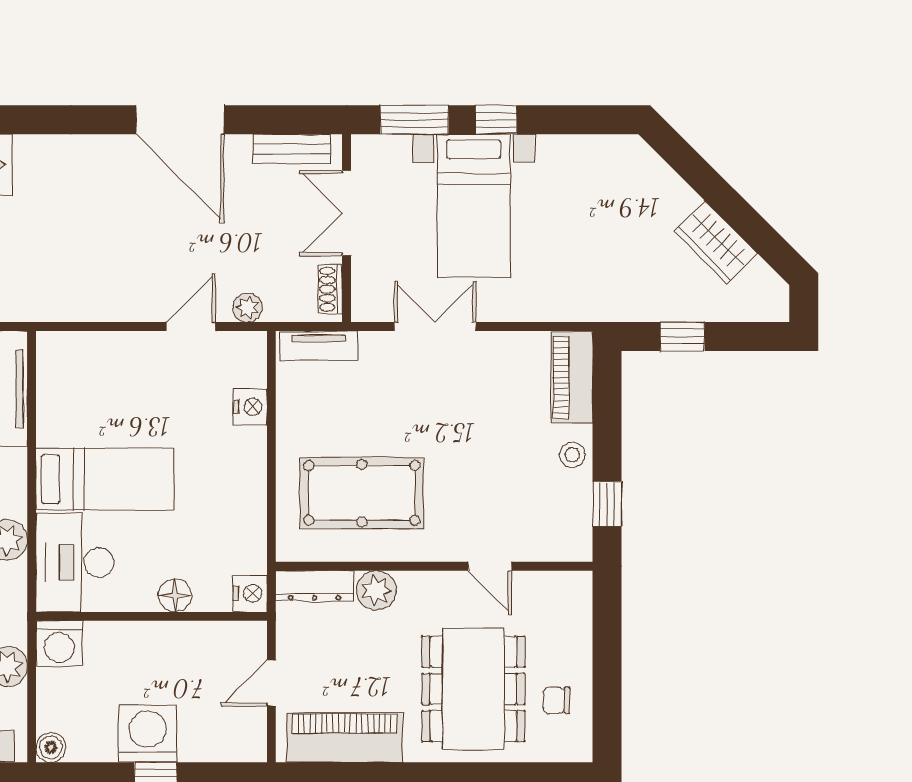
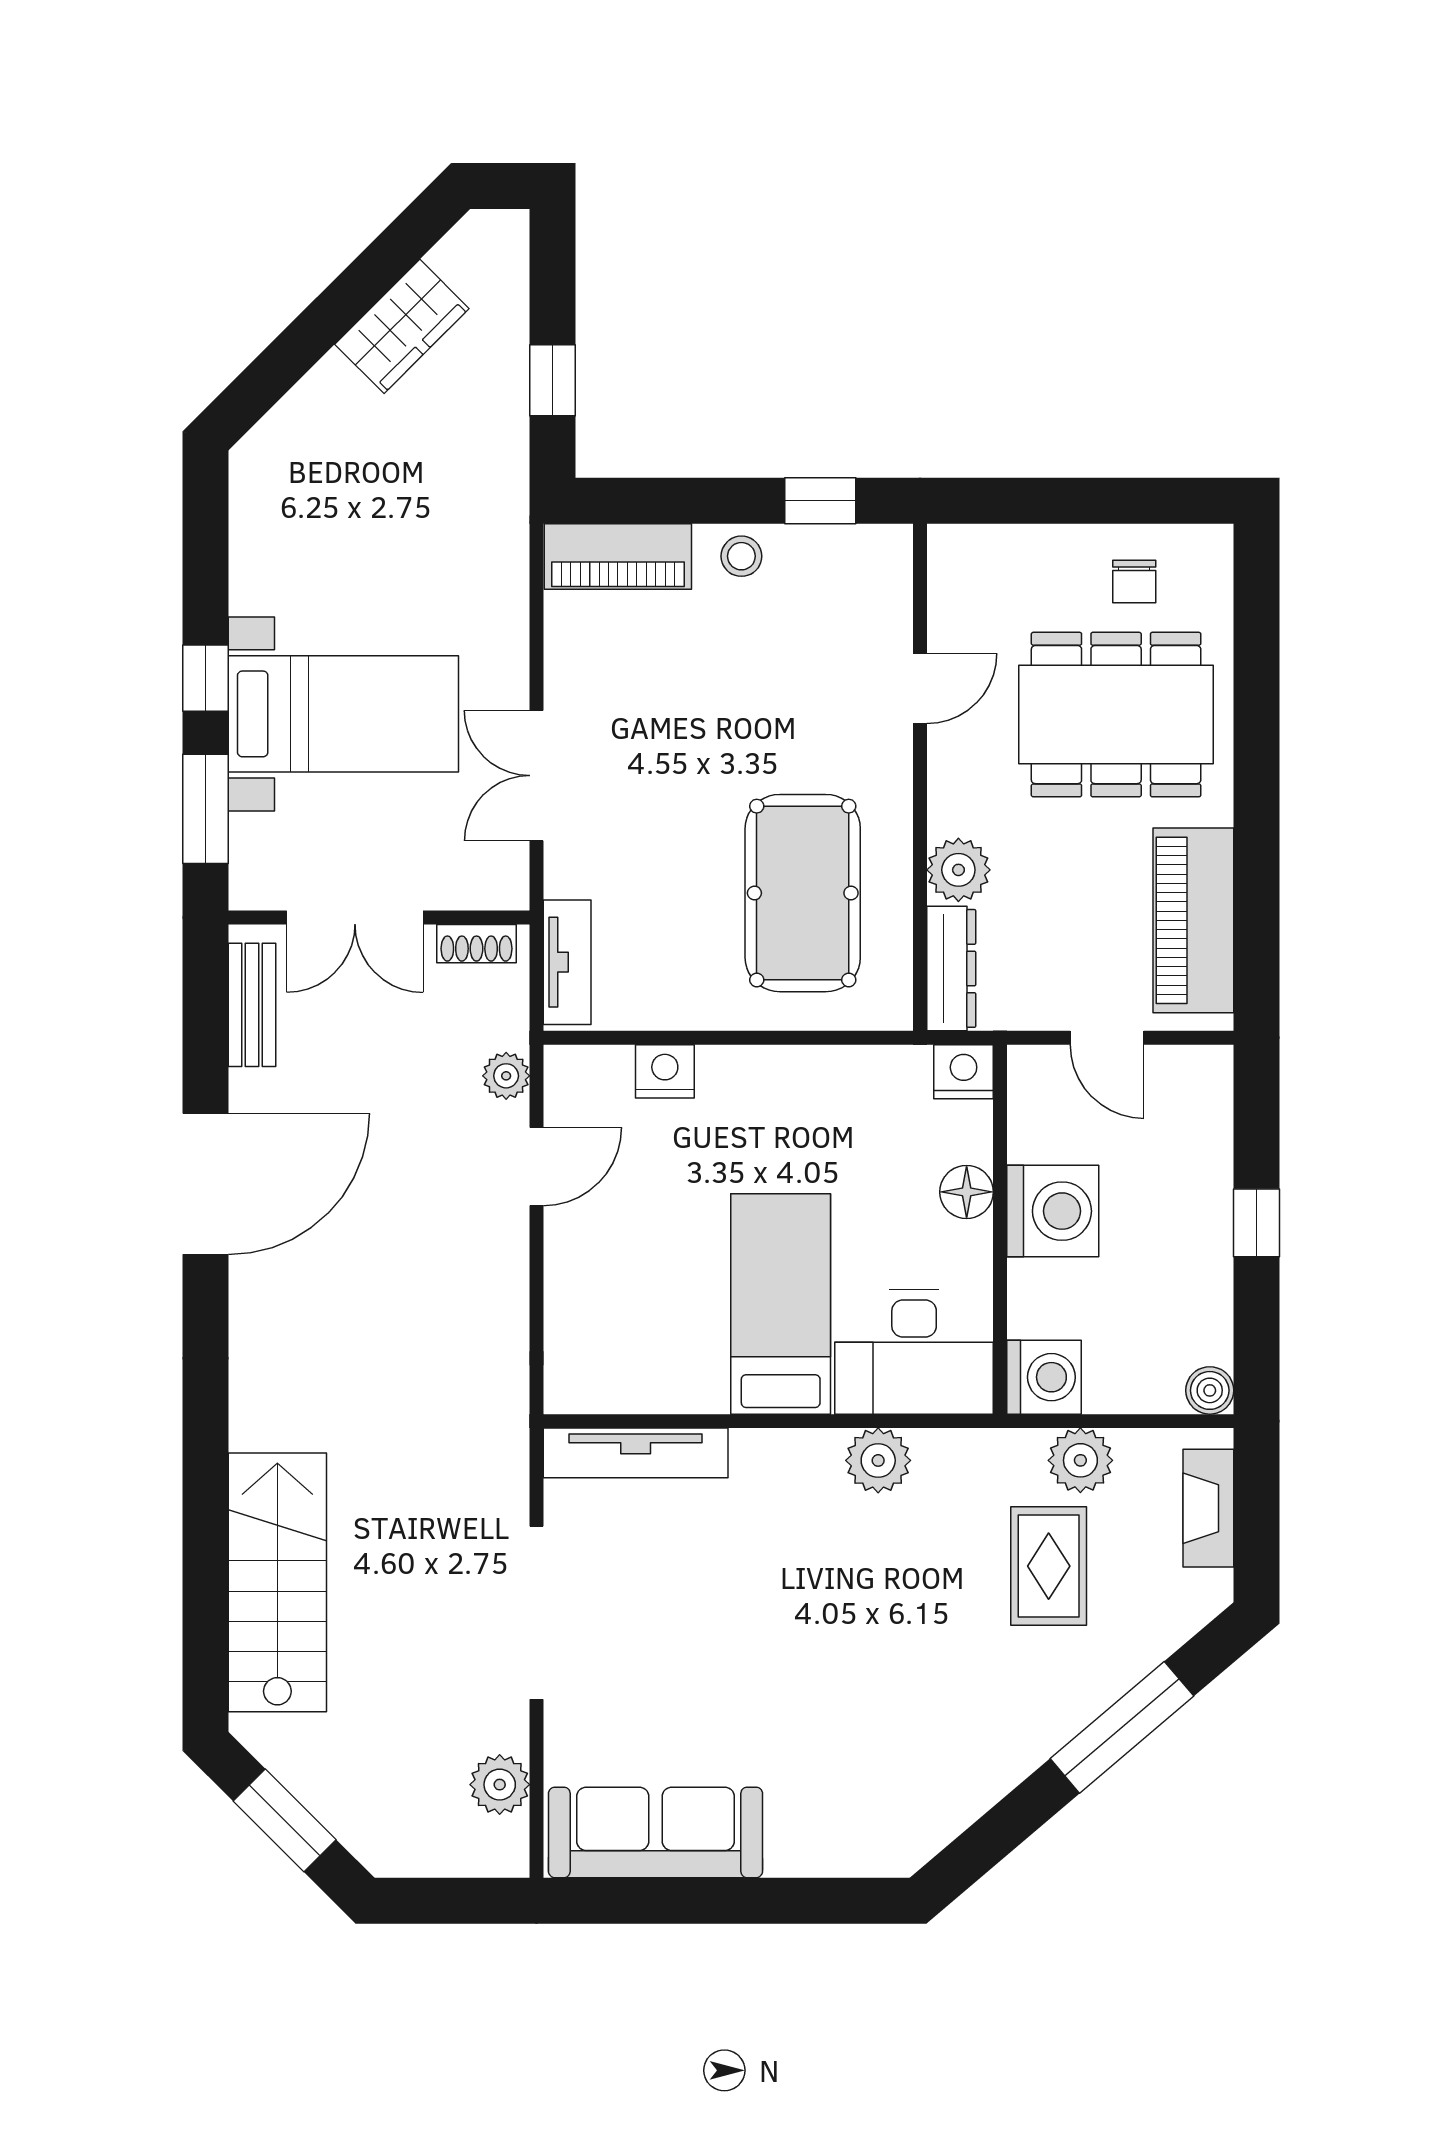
door: (191, 327) -> (536, 1166), swing flipped
washing machine: (148, 734) -> (1053, 1211), moved, turned 180

